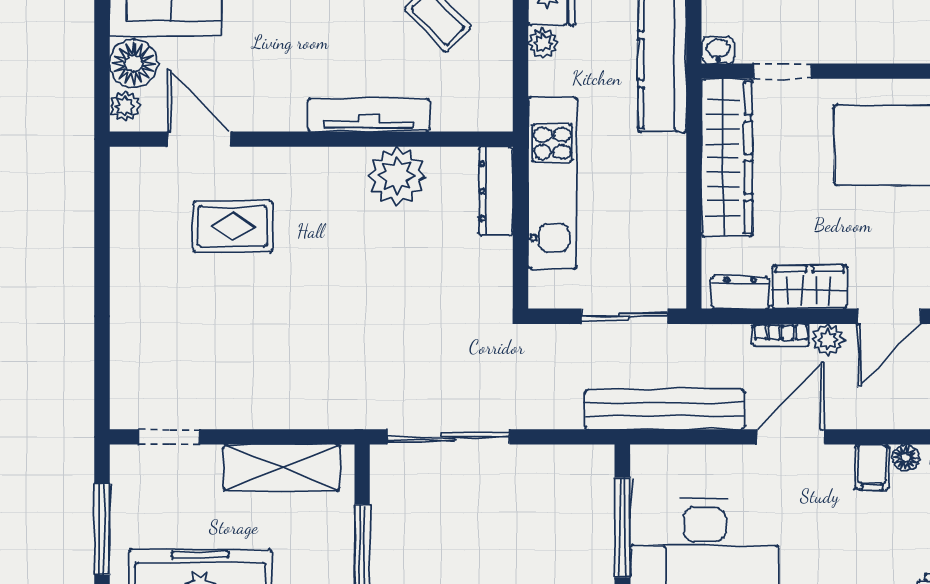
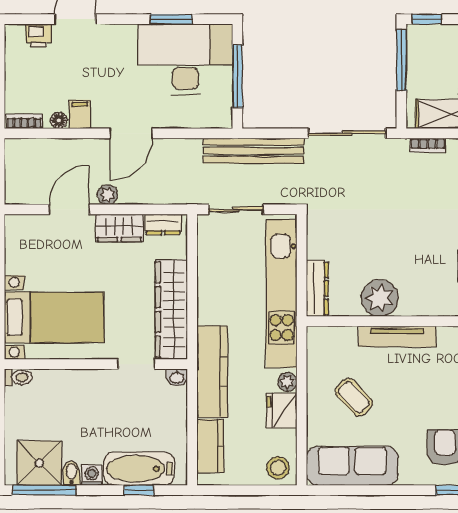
kitchen unit: (552, 183) -> (282, 294), width x1.36
bookcase: (781, 335) -> (428, 145), moved, turned 180
bench: (665, 409) -> (254, 151), moved

